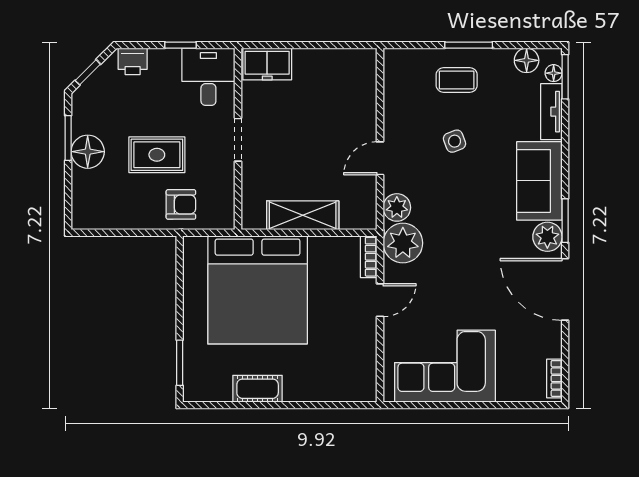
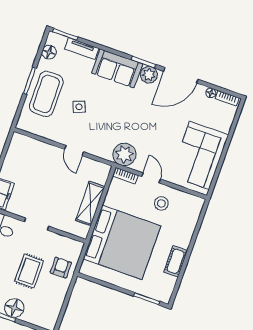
floor lamp: (554, 73) -> (211, 93), moved
coffee table: (457, 80) -> (46, 94), width x1.86, depth x1.72
plant: (397, 207) -> (104, 151), removed
stool: (344, 332) -> (161, 203), added

